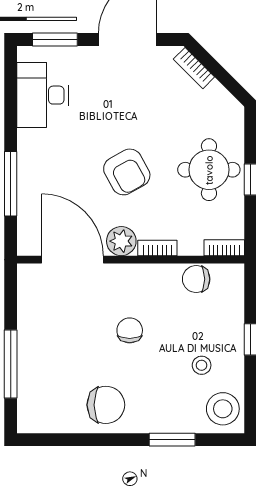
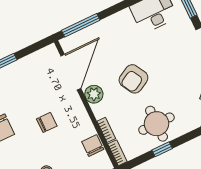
window: (11, 184) -> (81, 25), moved
bookcase: (157, 248) -> (106, 130), moved

